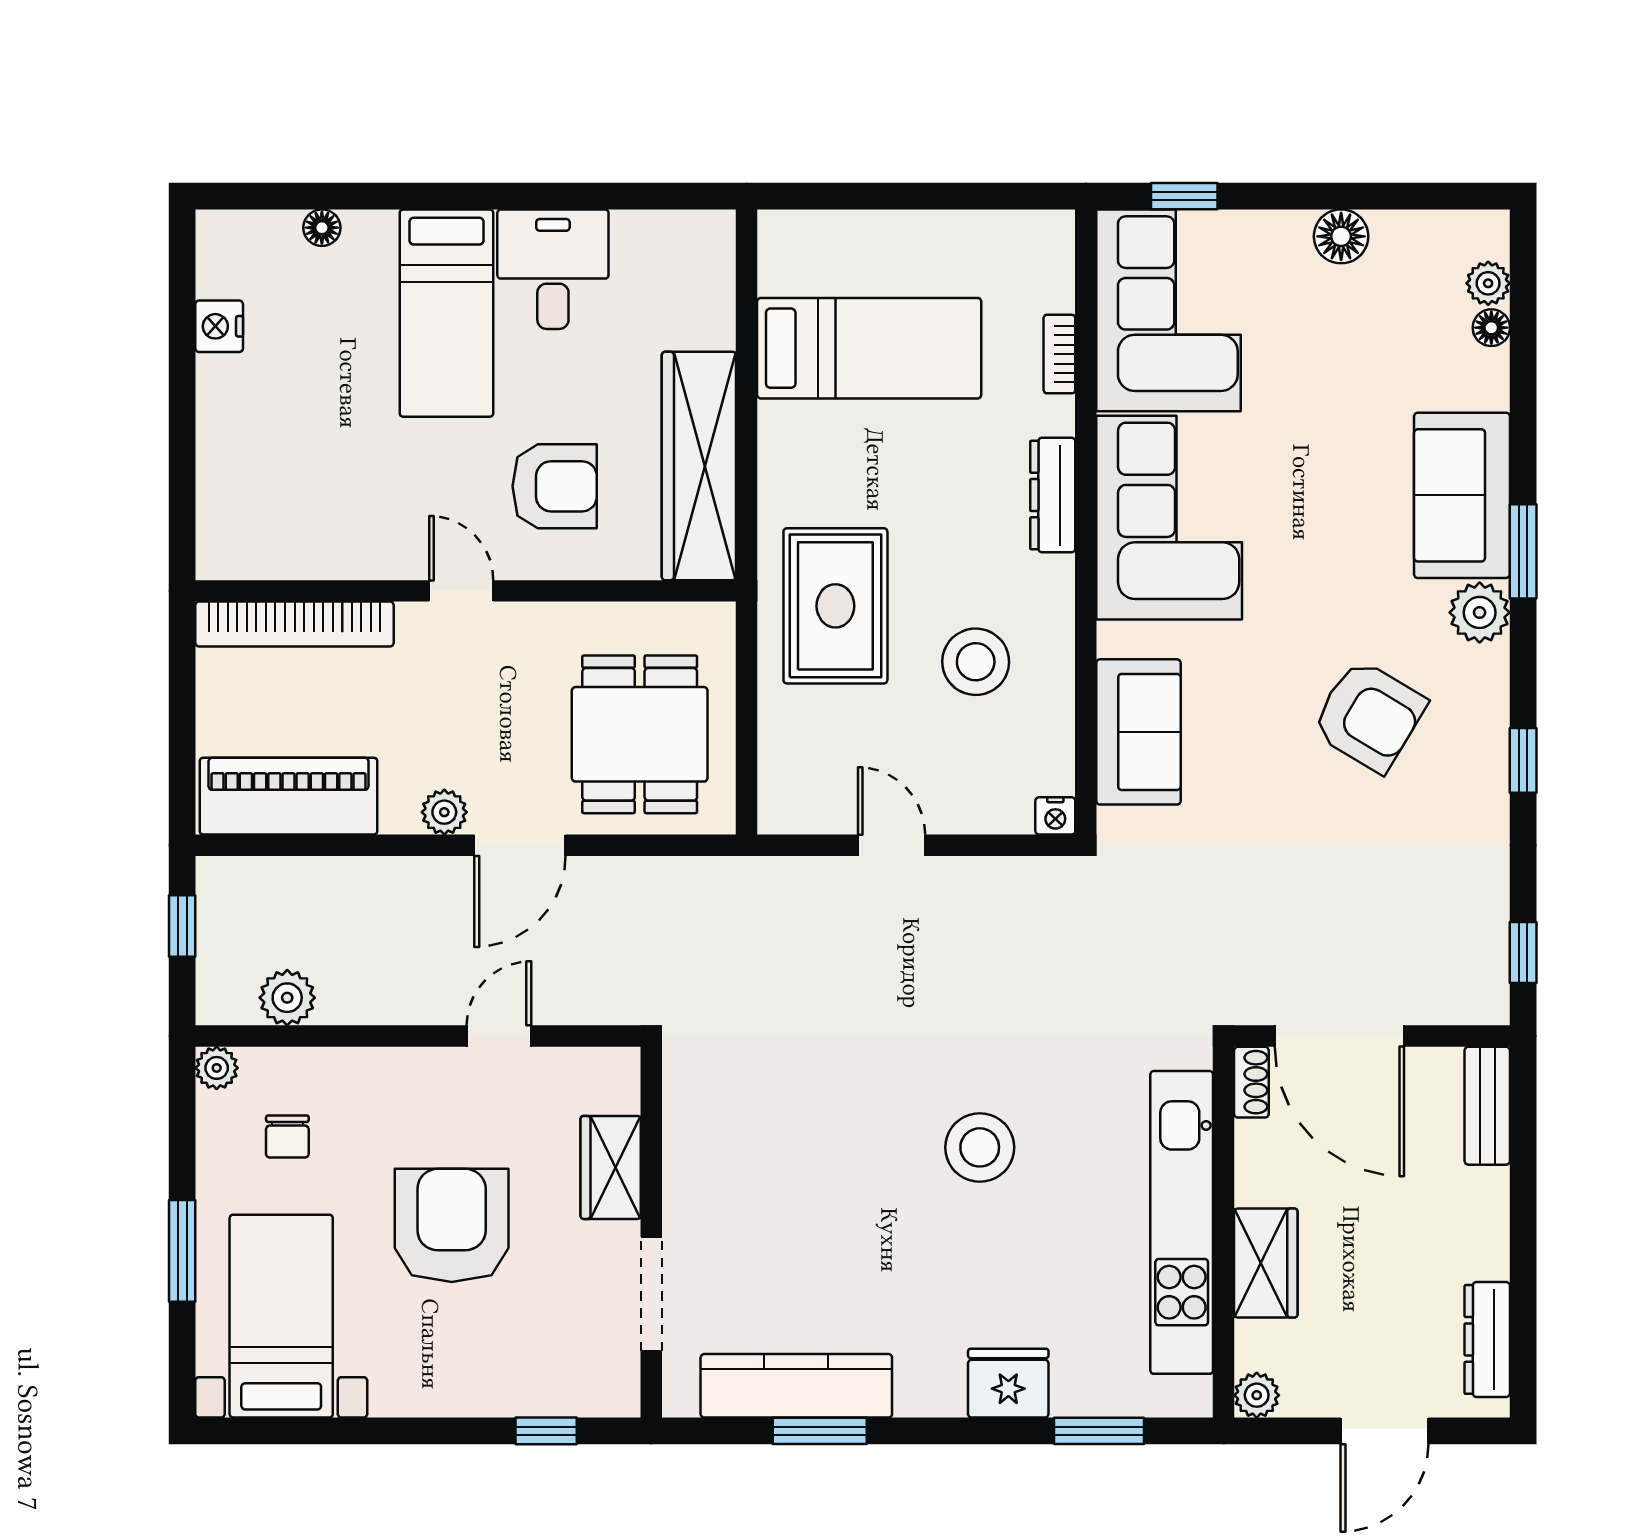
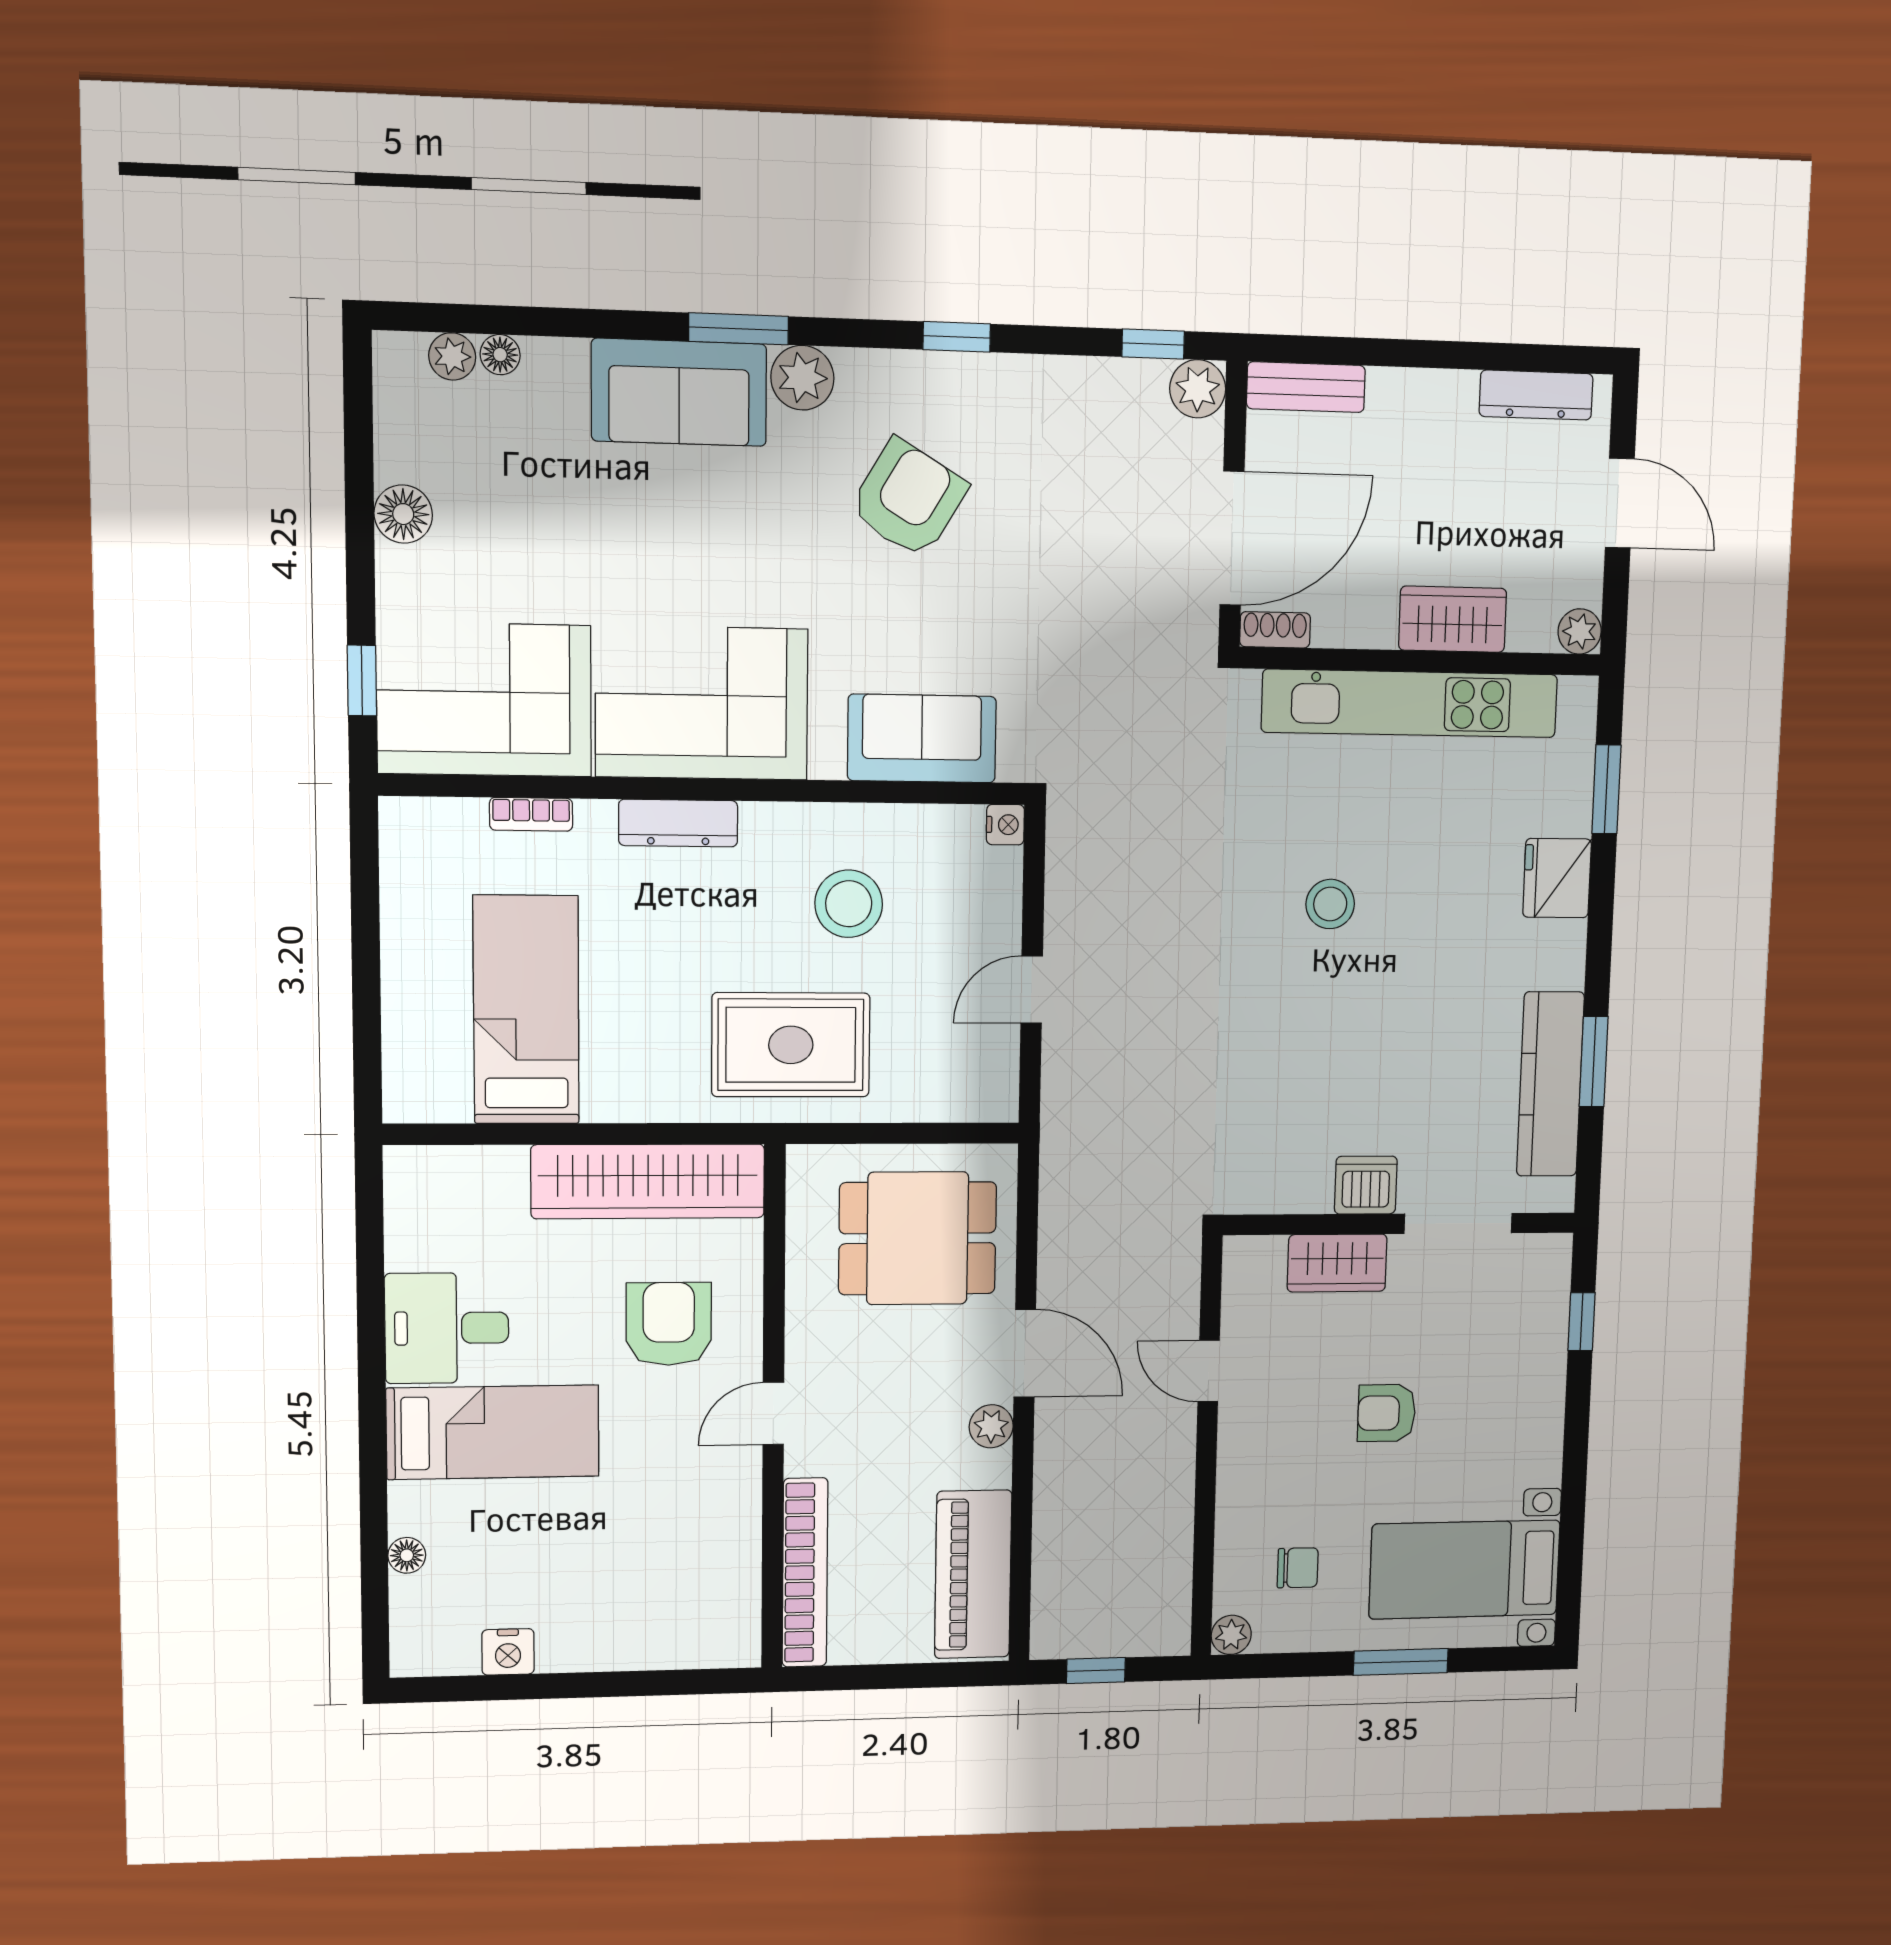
plant: (287, 998) -> (1198, 389), moved
stool: (980, 1147) -> (1330, 904), width x0.73, depth x0.73
dishwasher: (692, 1195) -> (1366, 1185), added
armchair: (452, 1225) -> (1387, 1413), width x0.53, depth x0.53

